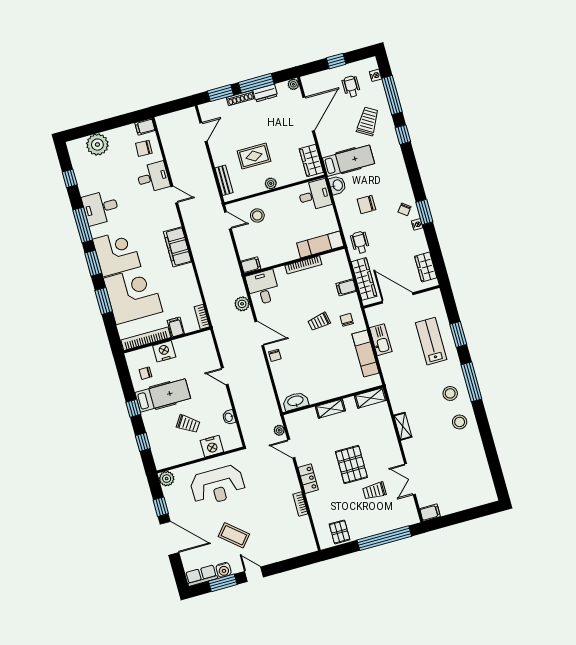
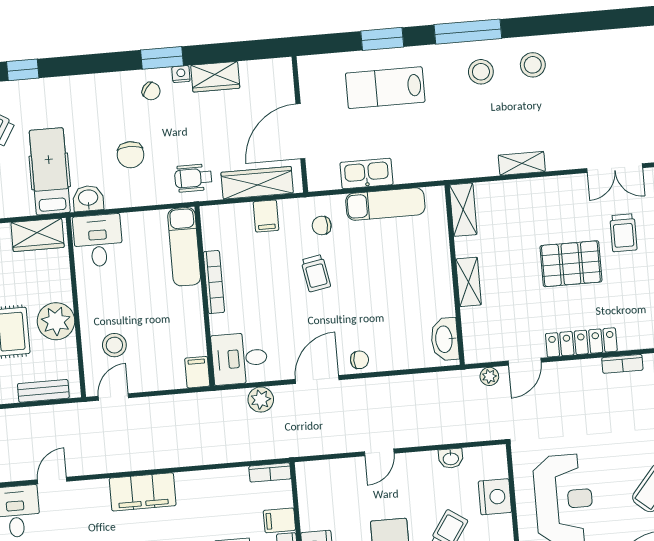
plant: (271, 183) -> (56, 321), width x1.87, depth x1.87
wardrobe: (426, 267) -> (215, 77), moved
locker: (308, 479) -> (581, 342), width x1.53

